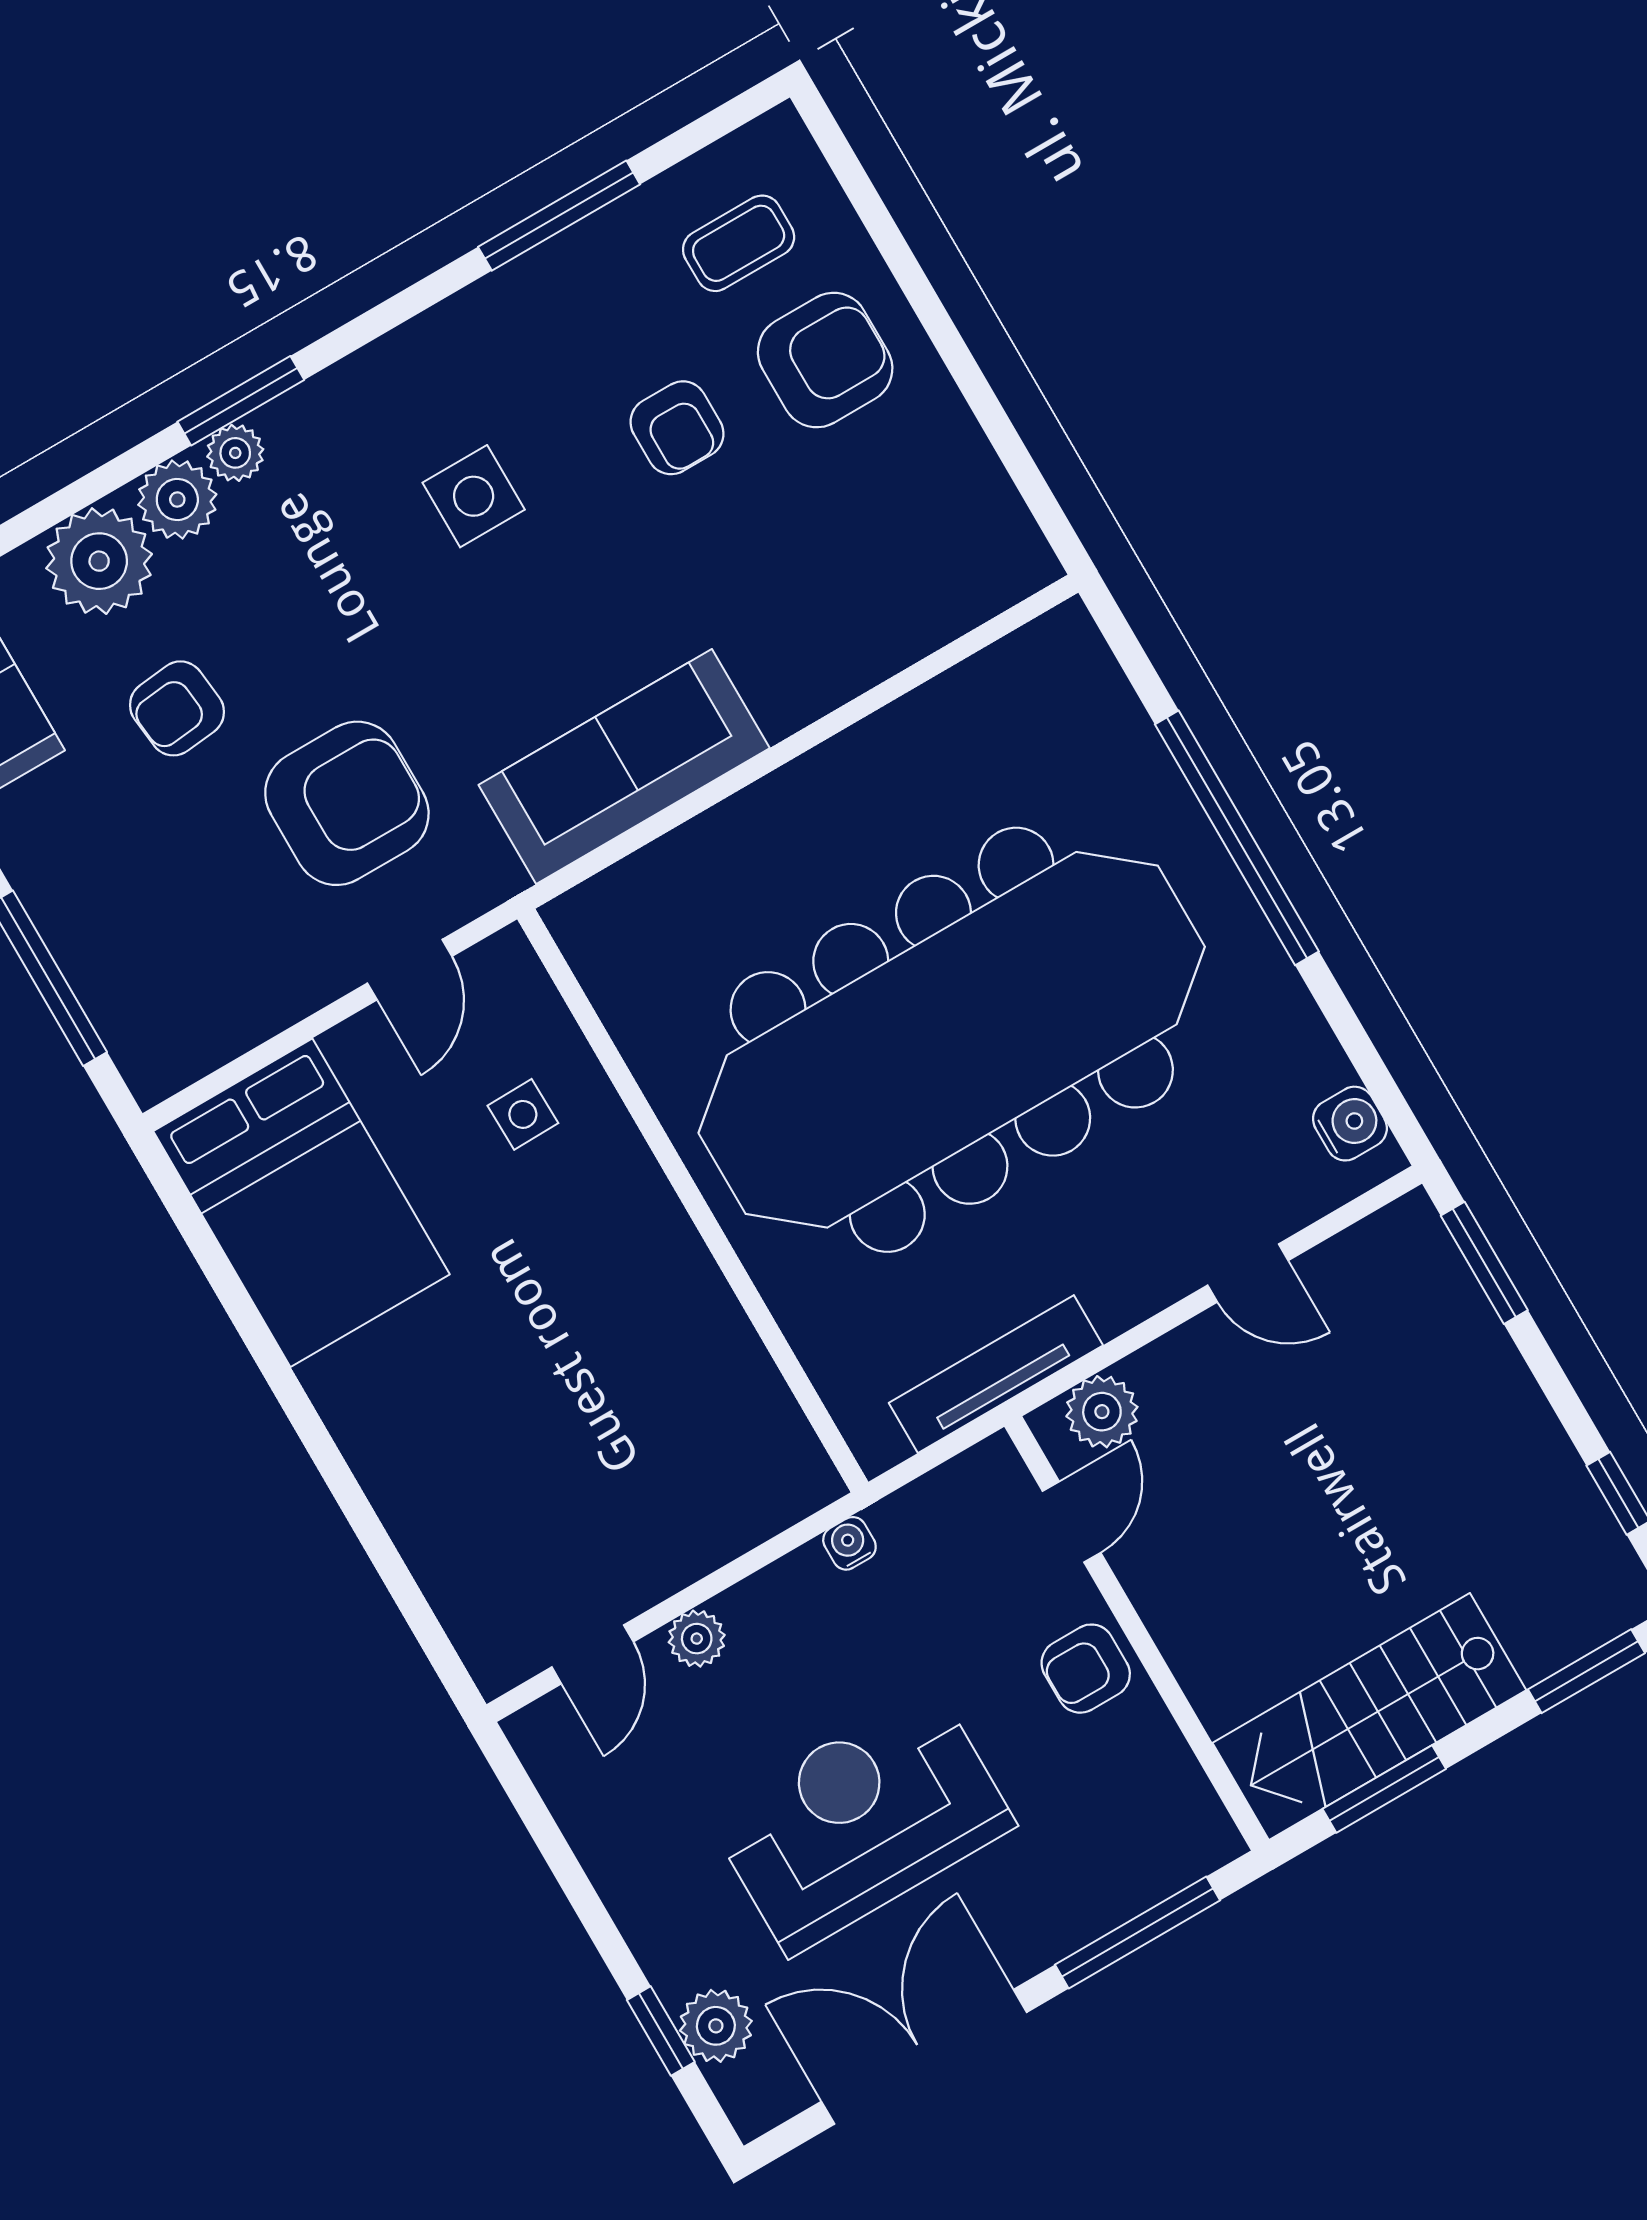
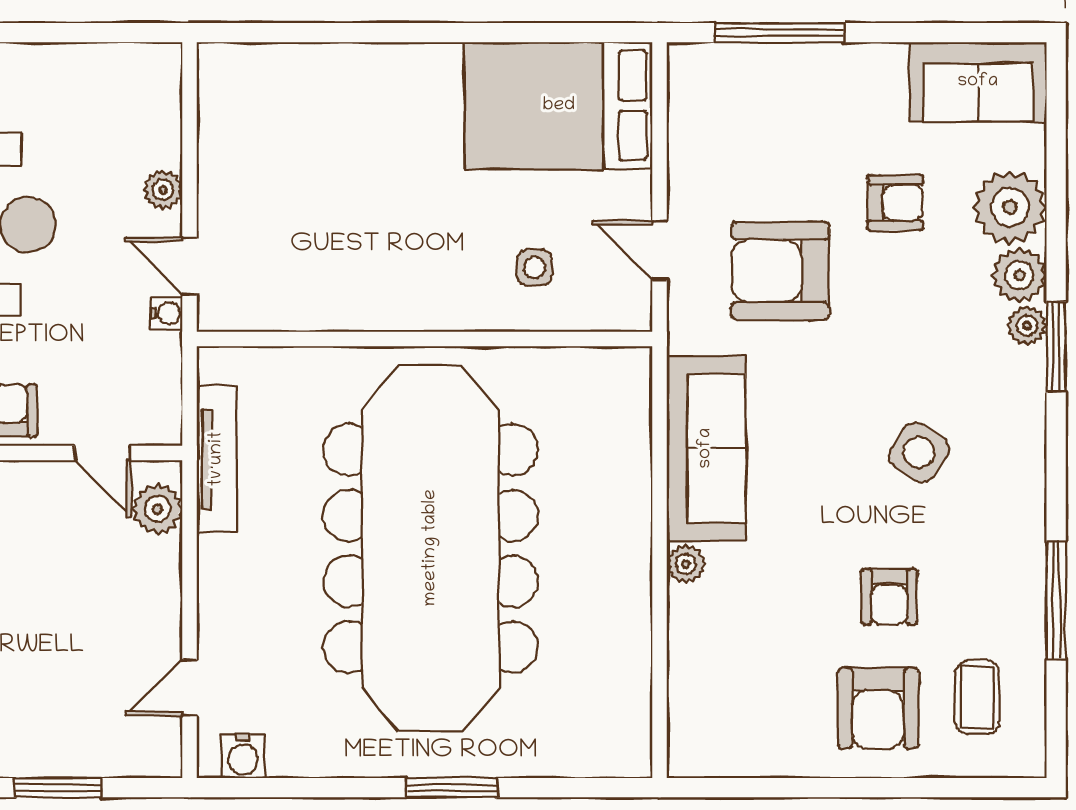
armchair: (677, 428) -> (889, 597), turned -90
side table: (474, 496) -> (919, 452), turned 34
plant: (785, 707) -> (686, 564), added
armchair: (177, 708) -> (895, 203), turned 96
armchair: (347, 803) -> (780, 271), turned 90
window: (1237, 838) -> (452, 788), width x0.47
window: (1484, 1263) -> (58, 788), moved
door: (1248, 1273) -> (190, 688), moved
door: (593, 1654) -> (190, 266), moved

